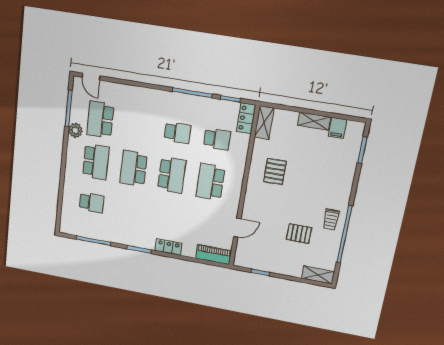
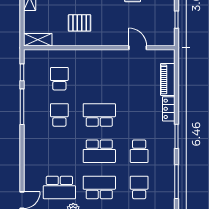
locker: (246, 118) -> (37, 56), removed
school desk: (210, 182) -> (139, 151), moved, width x0.54
piano: (214, 255) -> (168, 79), moved

